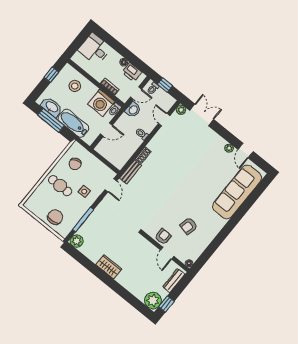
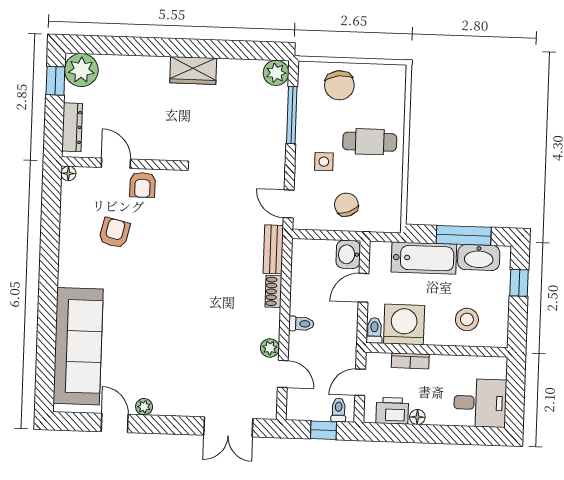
window: (51, 75) -> (519, 283), moved
washbasin: (133, 110) -> (348, 254), moved
plant: (181, 110) -> (270, 348), moved
chair: (75, 164) -> (346, 205), moved

